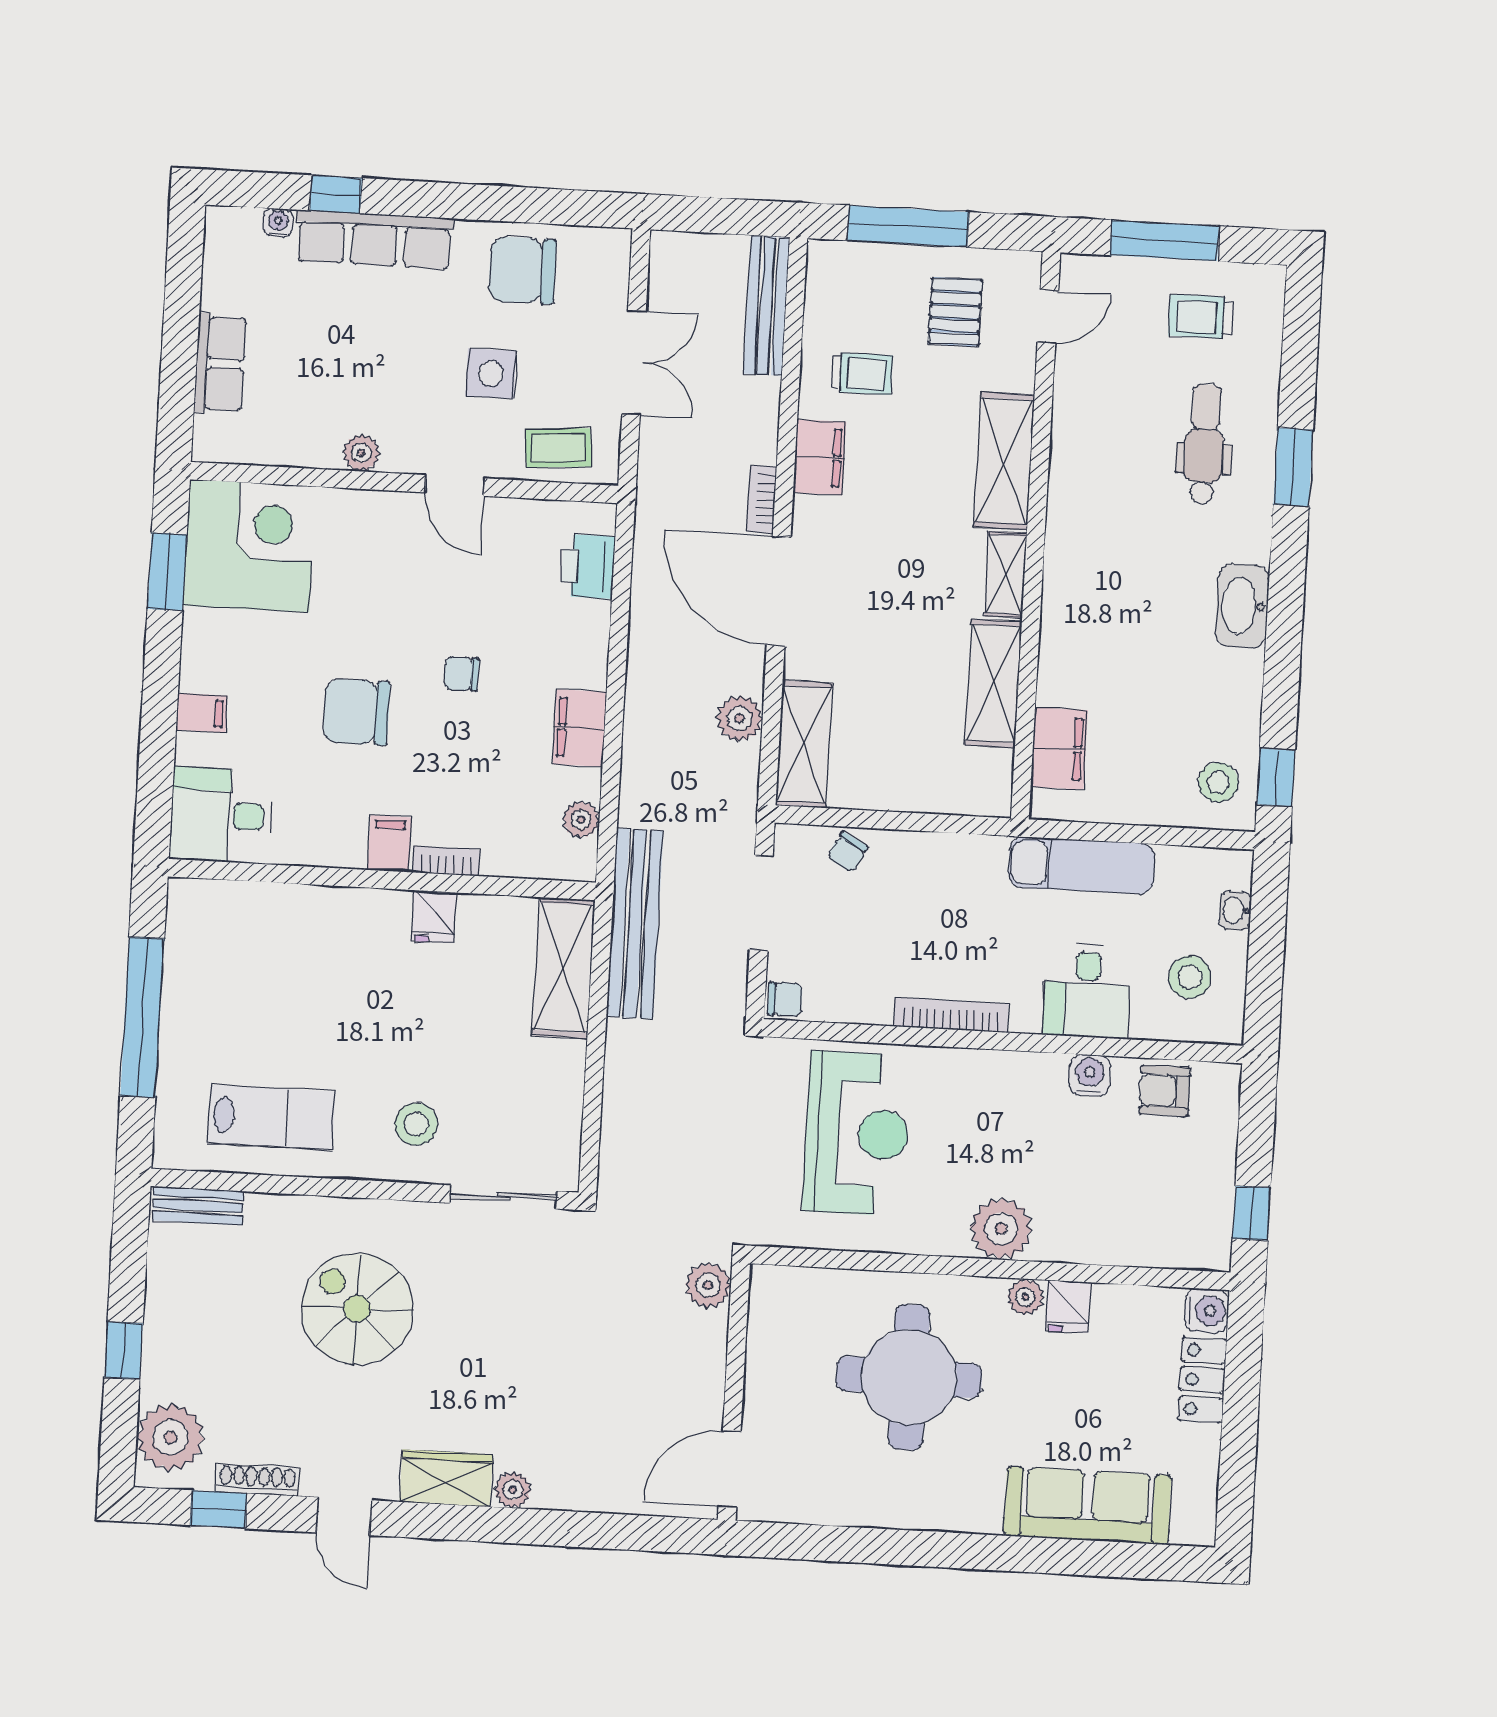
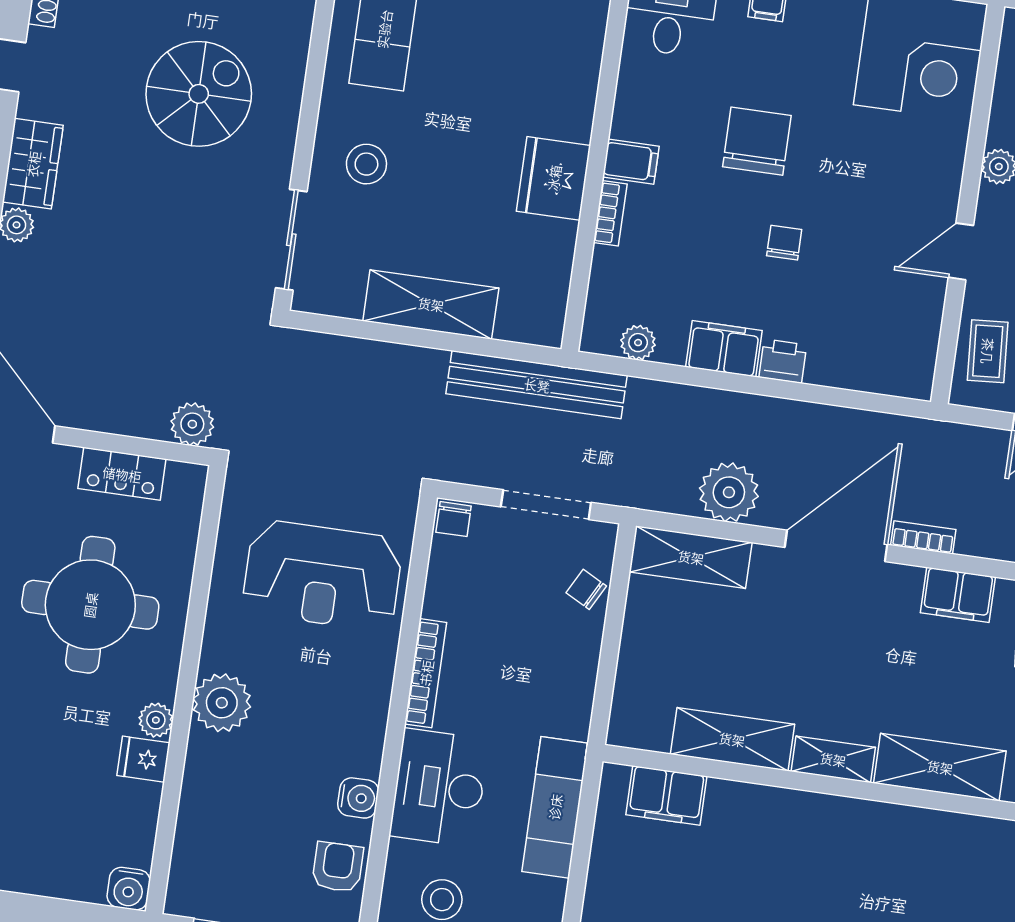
printer: (588, 566) -> (783, 361), moved, width x0.73, depth x0.81
plant: (740, 719) -> (729, 492), width x1.36, depth x1.36
fridge: (434, 917) -> (554, 178), width x1.88, depth x1.34
shelving: (564, 968) -> (431, 304), moved
desk: (1087, 991) -> (439, 788), width x1.37
locker: (1202, 1380) -> (122, 474), moved, turned 180

